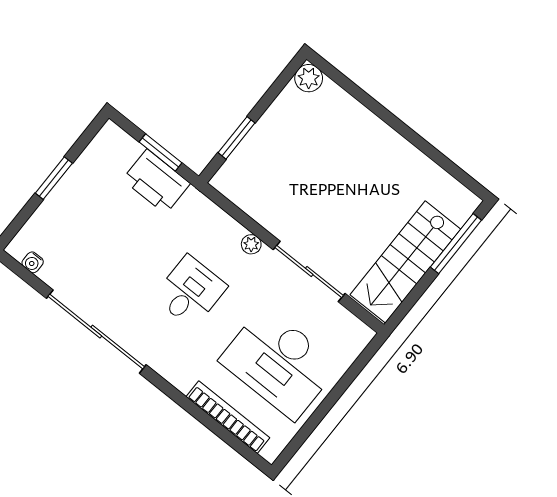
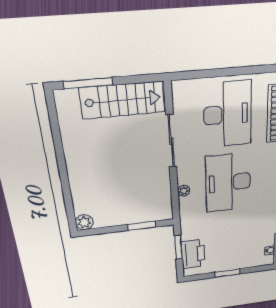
printer: (156, 182) -> (193, 254), moved
plant: (251, 244) -> (184, 191), moved
desk: (190, 292) -> (228, 183), width x1.87, depth x1.30

